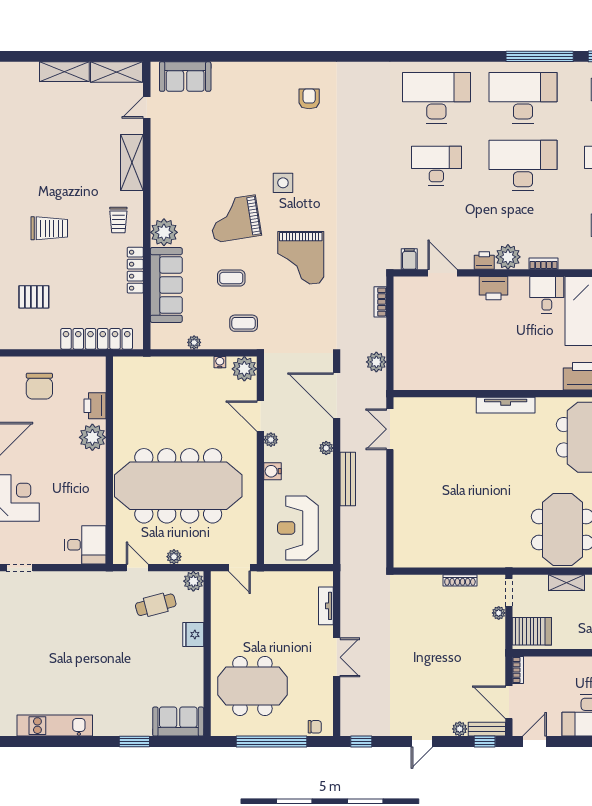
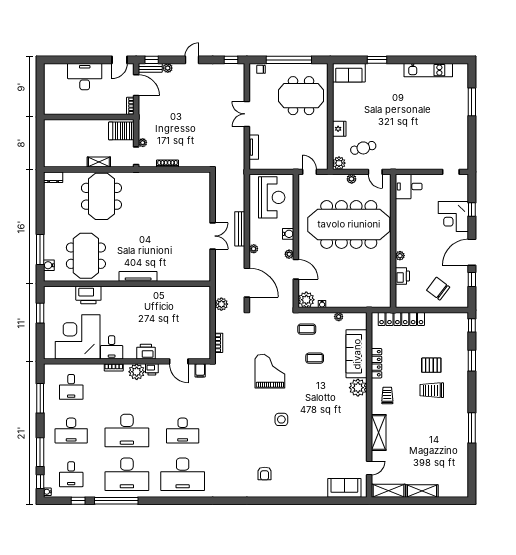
grand piano: (235, 219) -> (312, 396), removed
pallet: (34, 297) -> (431, 365), moved
chair: (39, 386) -> (438, 289), turned -53
double door: (390, 429) -> (213, 236), moved
plant: (92, 437) -> (400, 256), width x0.53, depth x0.53

